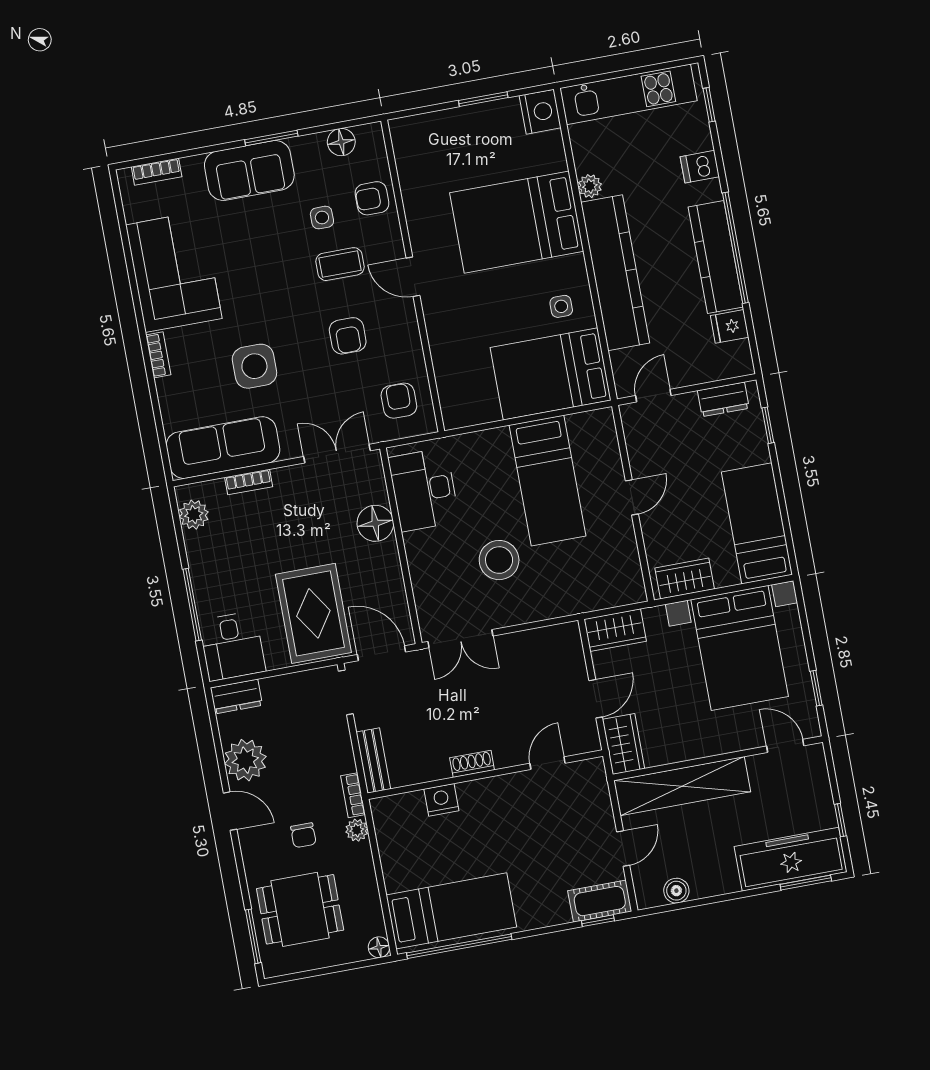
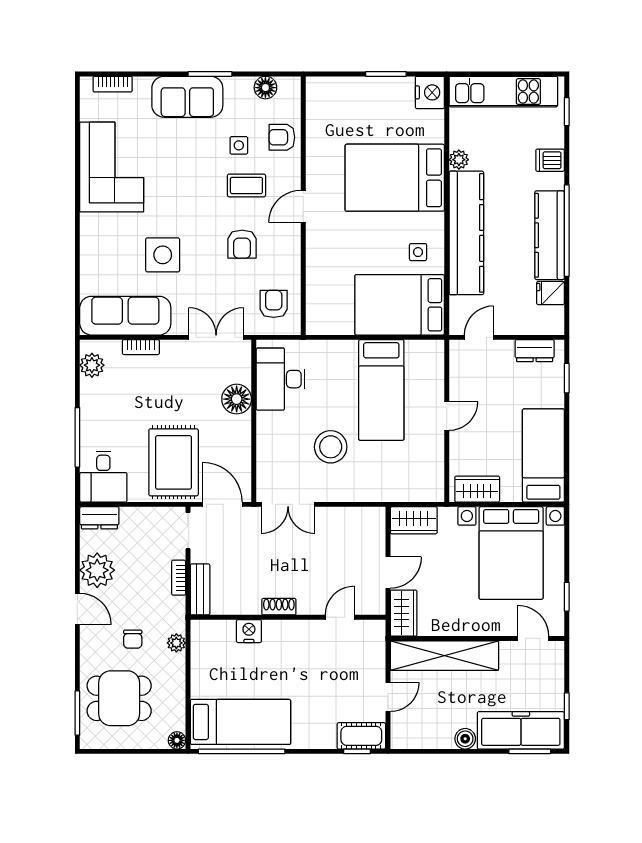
door: (413, 277) -> (303, 206), hinge flipped
bookcase: (158, 355) -> (87, 232), removed
bookcase: (353, 795) -> (179, 578), moved
boiler: (676, 891) -> (465, 739), moved

